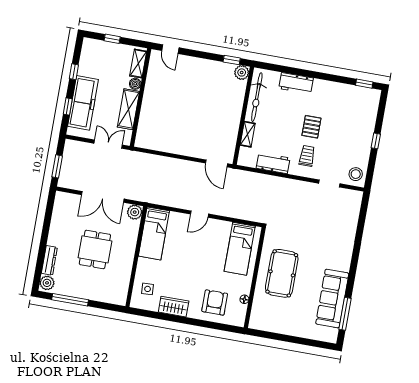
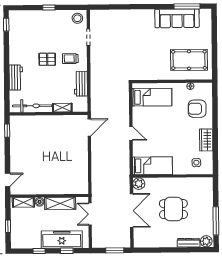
plant: (242, 72) -> (15, 121), removed
pool table: (282, 273) -> (189, 60), moved

